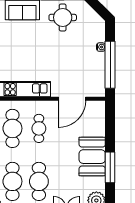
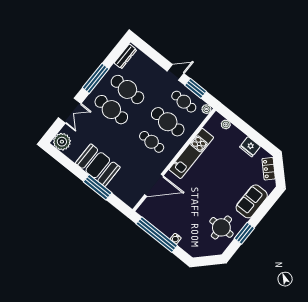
door: (72, 99) -> (154, 185), swing flipped
window: (110, 167) -> (98, 187), moved

